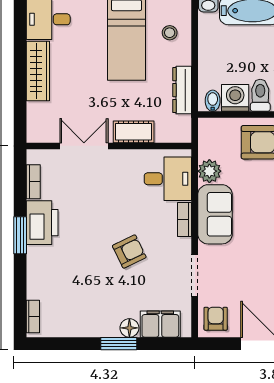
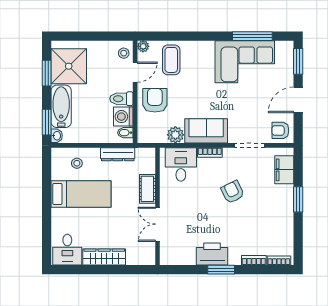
bookcase: (33, 182) -> (254, 260), moved
floor lamp: (129, 328) -> (287, 192), removed

